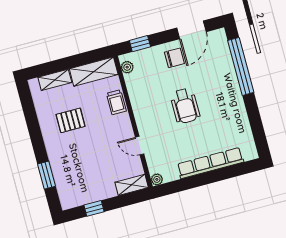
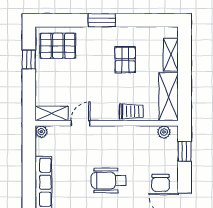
trolley: (116, 102) -> (131, 111), turned 180
window: (47, 175) -> (102, 20), moved
pallet: (74, 185) -> (58, 46), added
shelving: (132, 185) -> (52, 113), moved, turned 90

